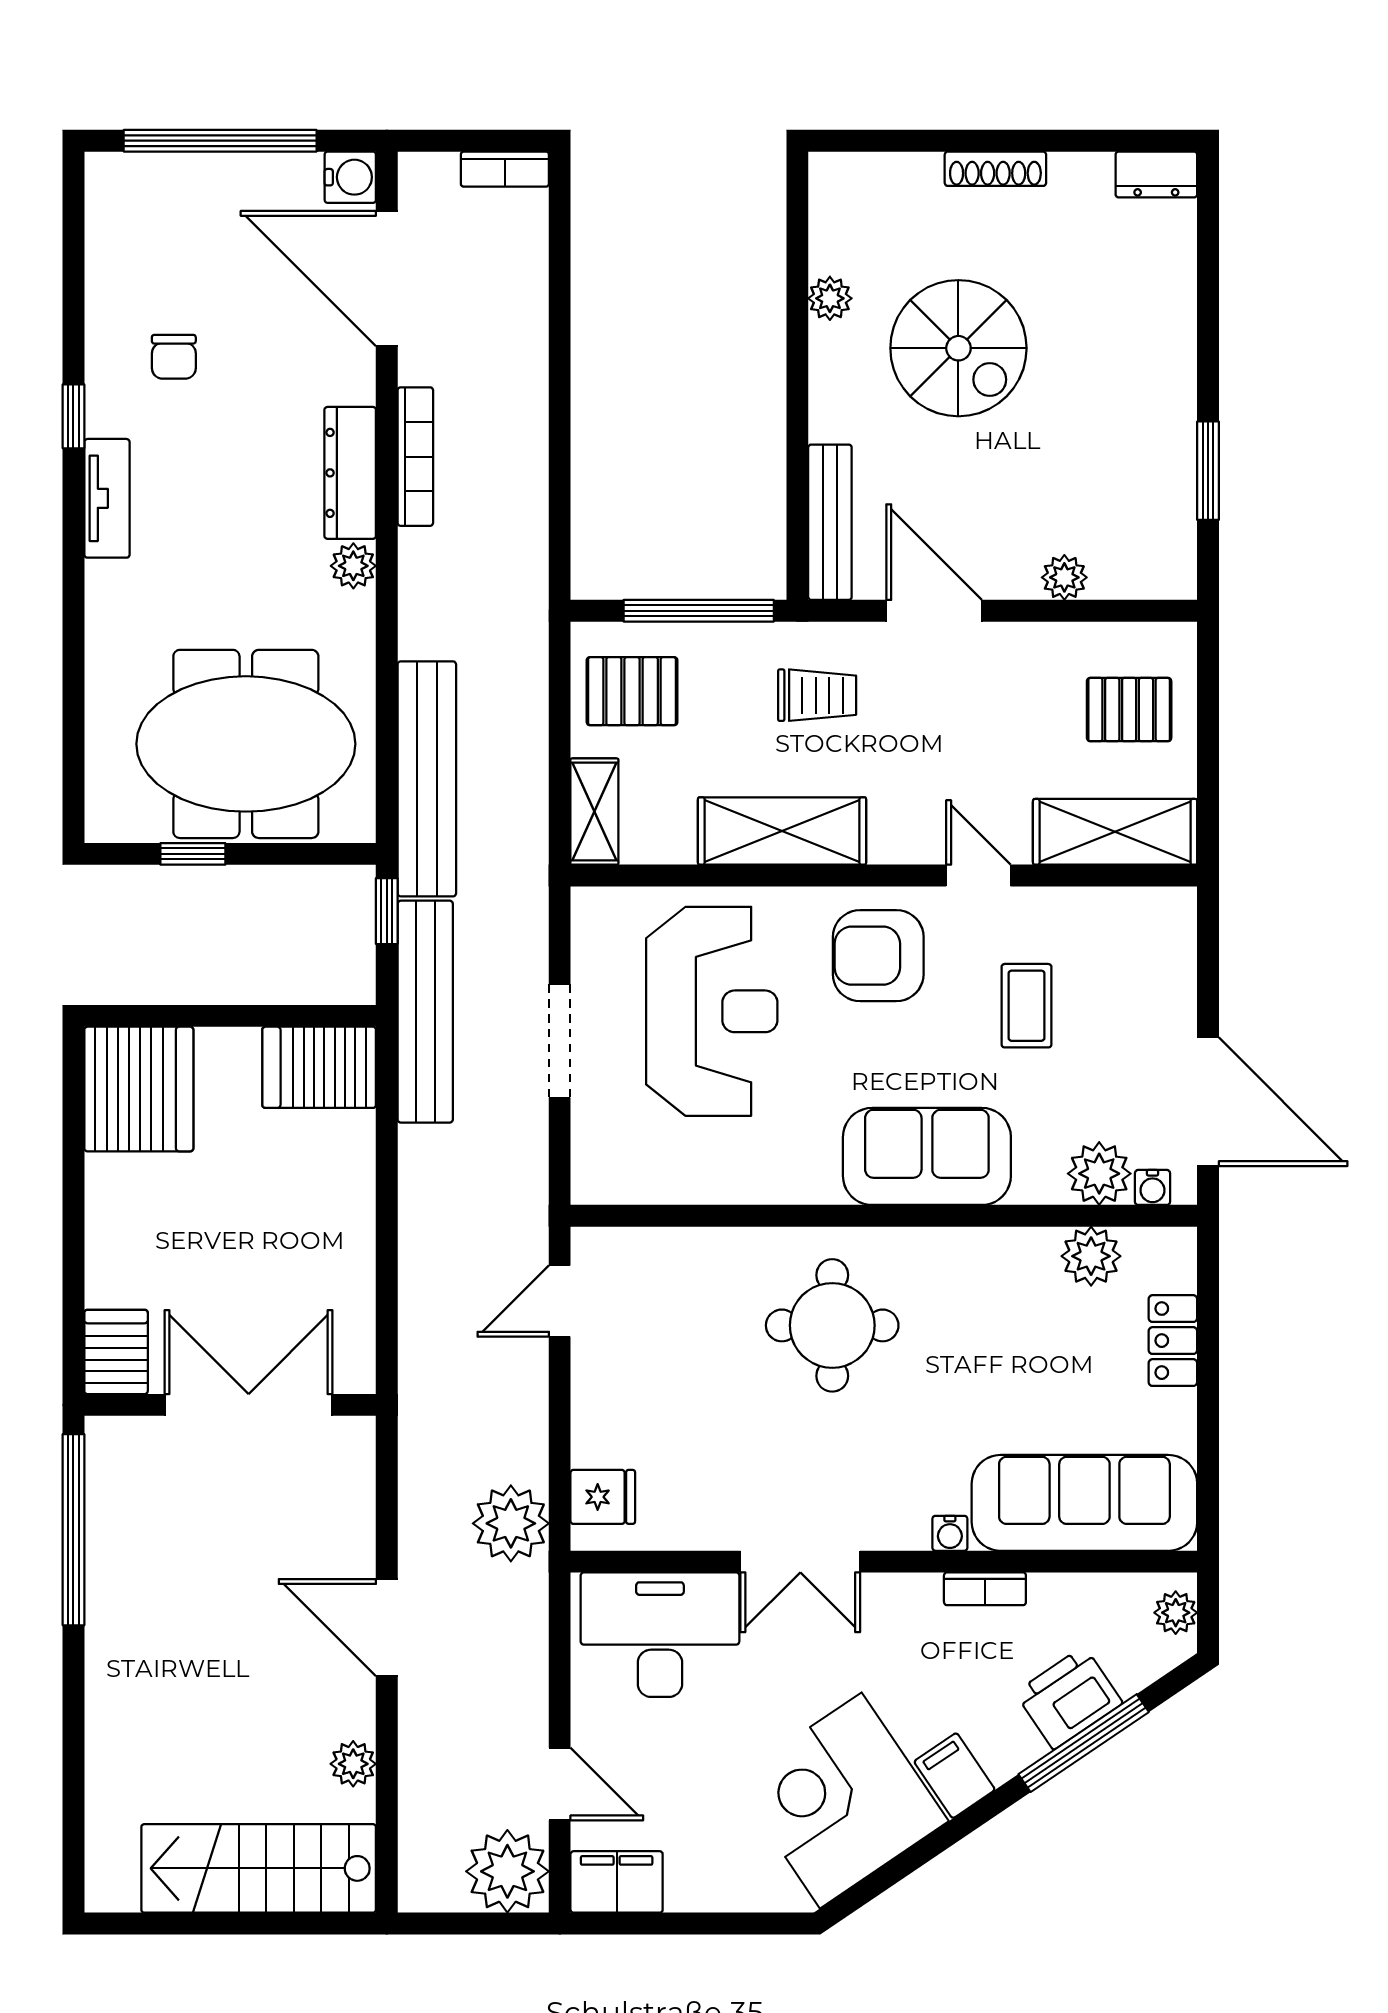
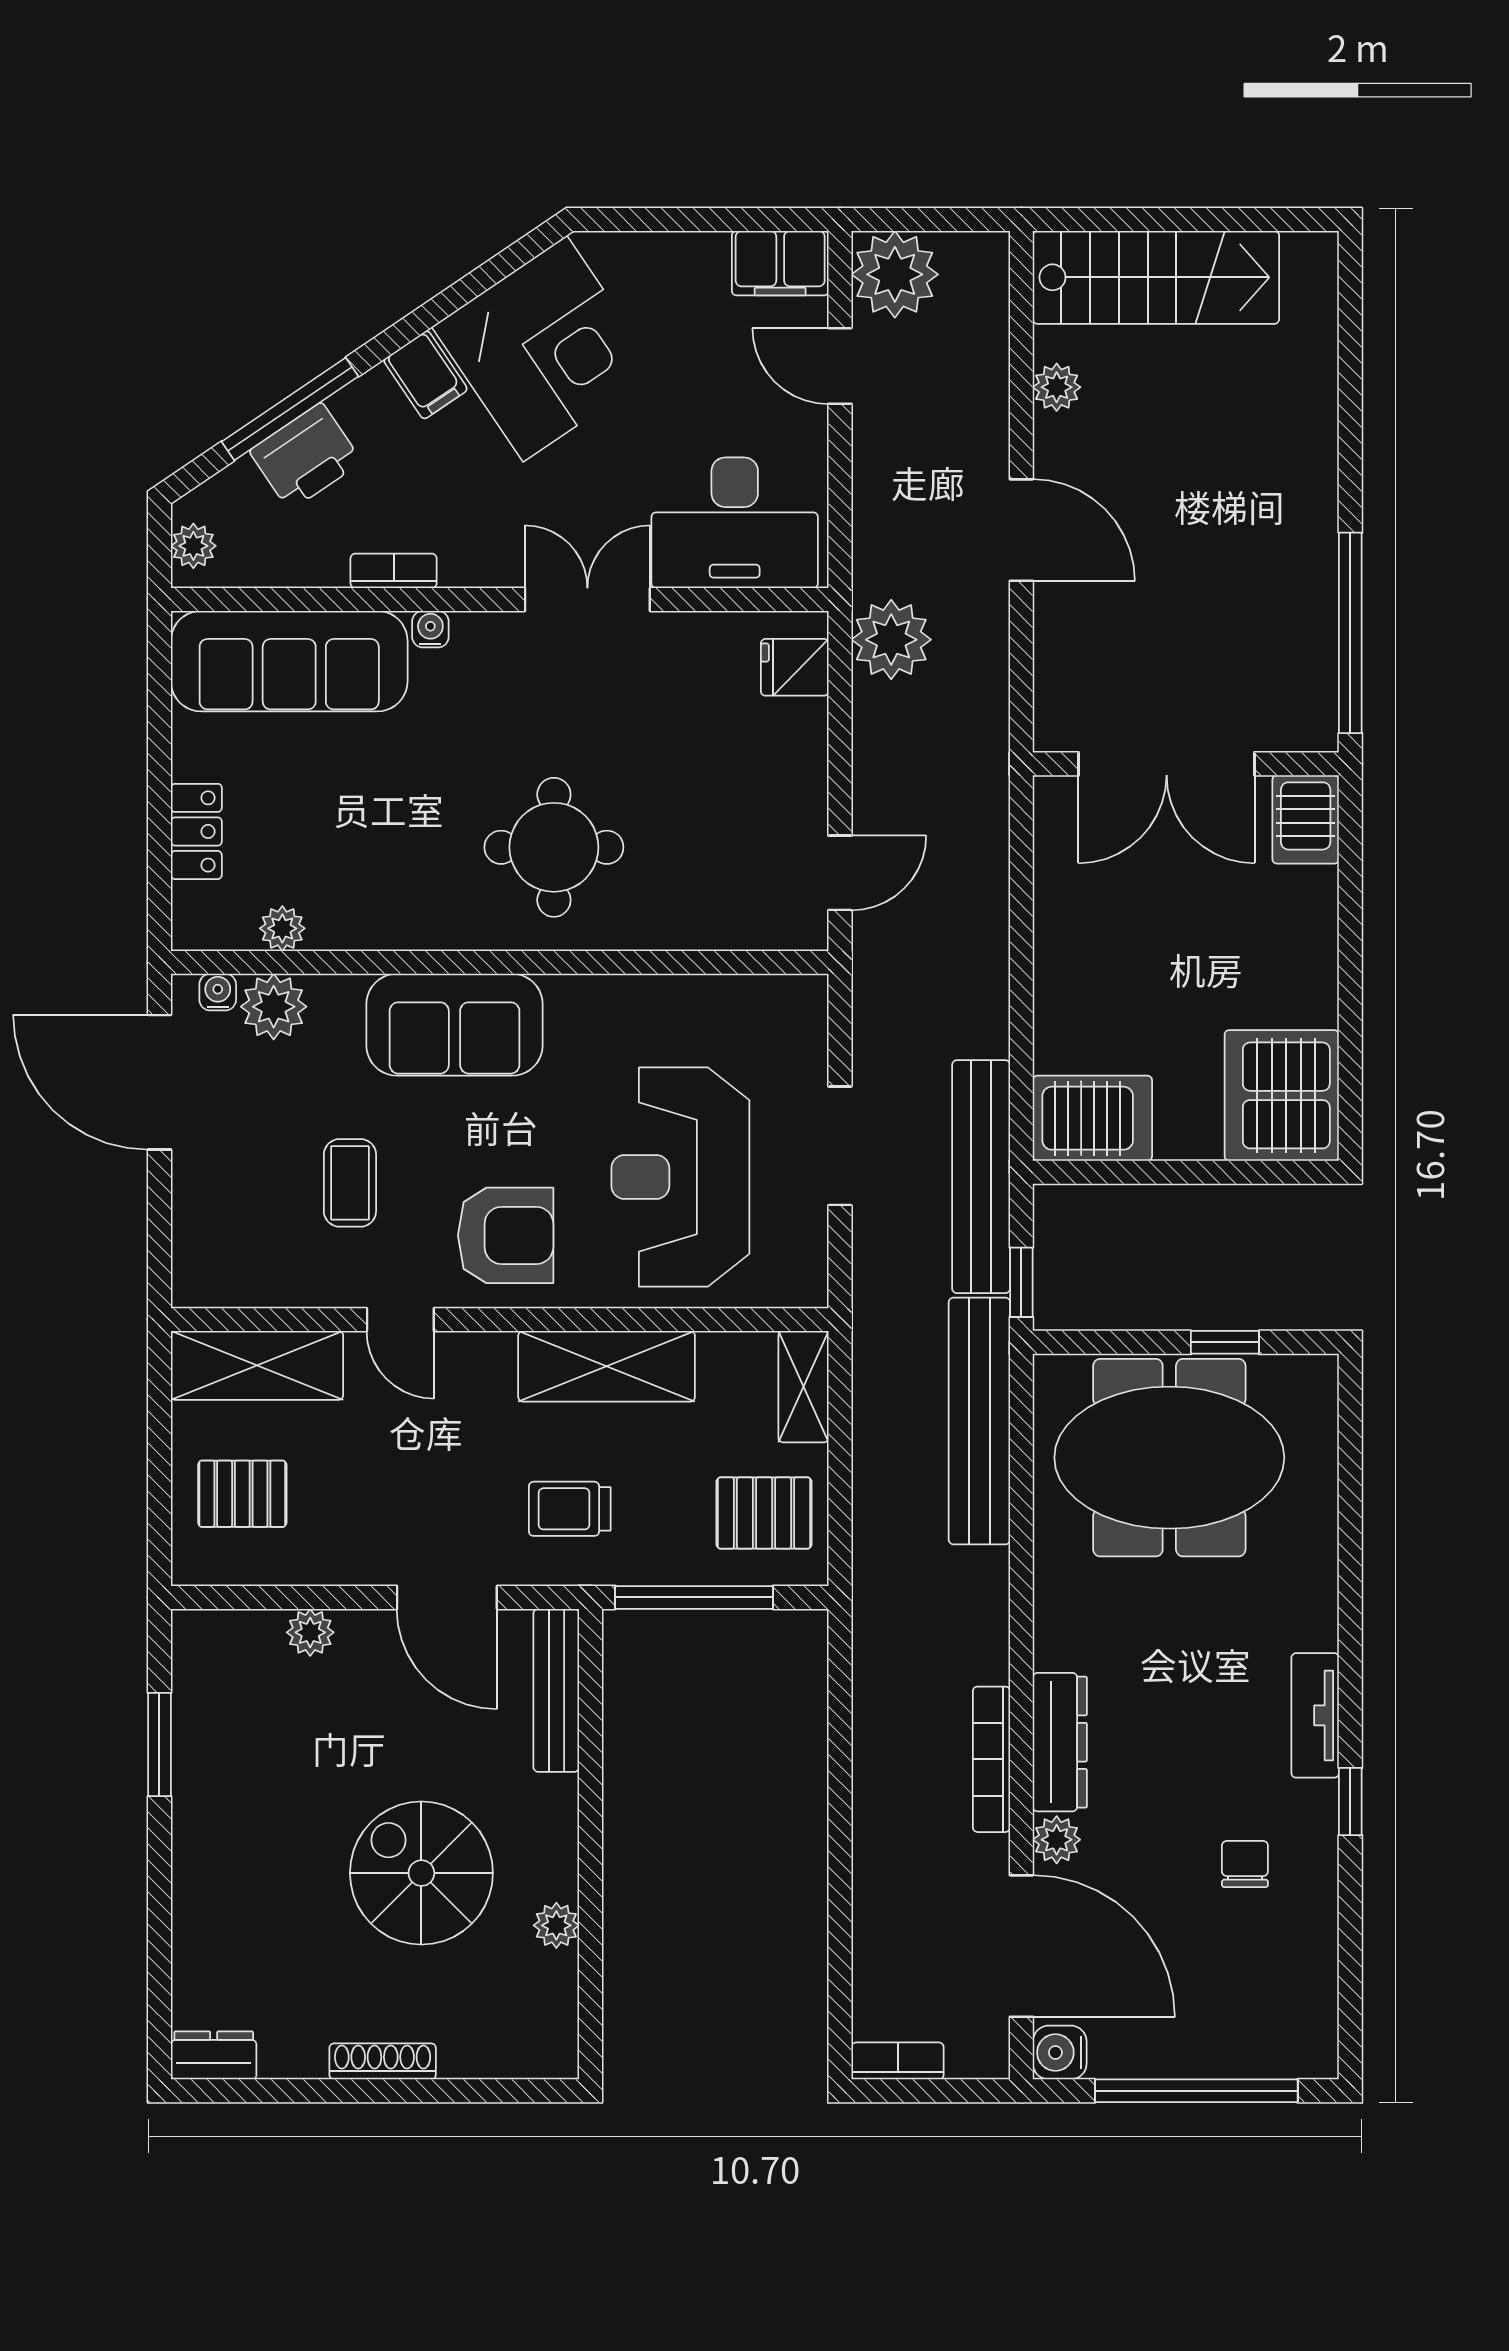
plant: (353, 566) -> (1057, 1840), moved
plant: (1091, 1256) -> (282, 928), width x0.73, depth x0.73

